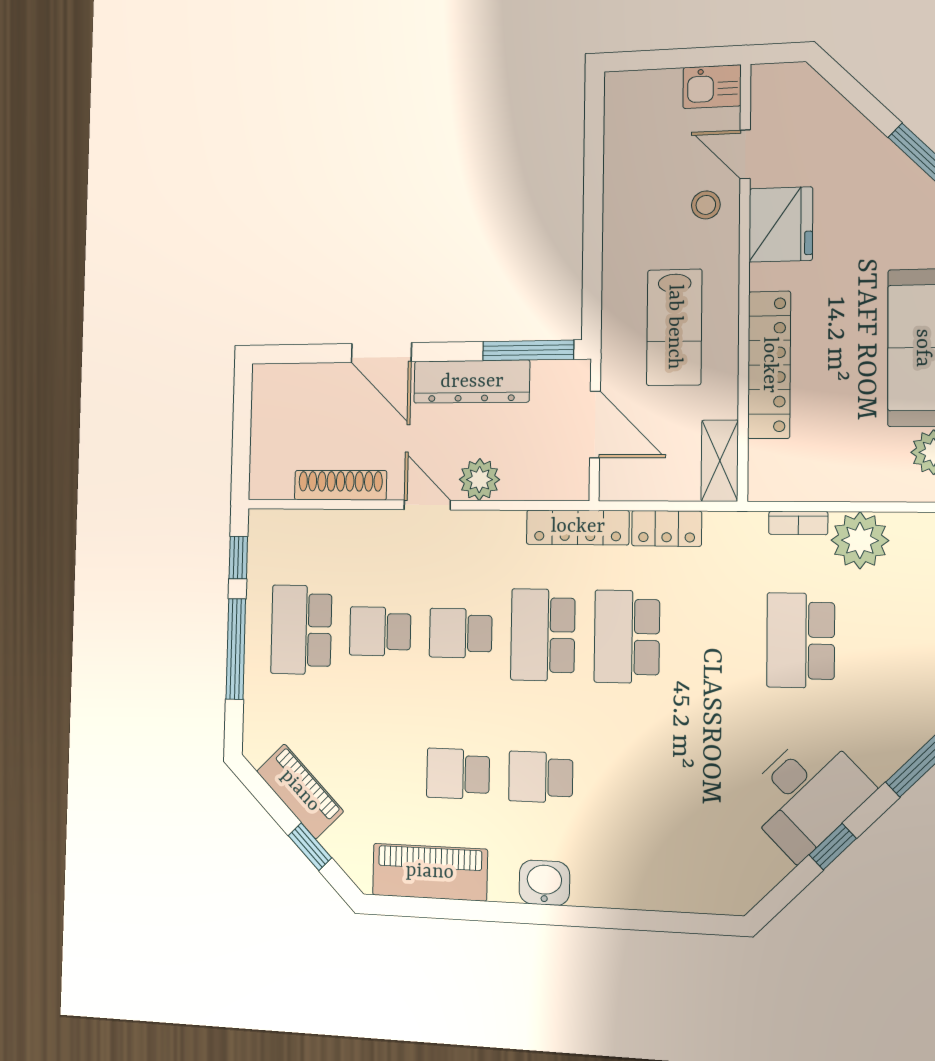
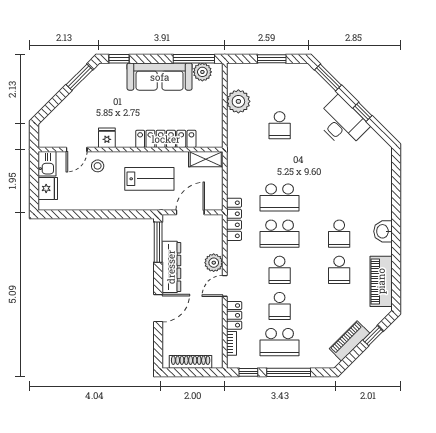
fridge: (654, 91) -> (48, 188), added
fridge: (781, 224) -> (107, 138), width x0.53, depth x0.75
shoe rack: (340, 485) -> (191, 362), moved, turned 90
bookcase: (798, 523) -> (231, 343), moved
locker: (667, 528) -> (234, 315), moved
school desk: (801, 640) -> (280, 125), width x0.54

